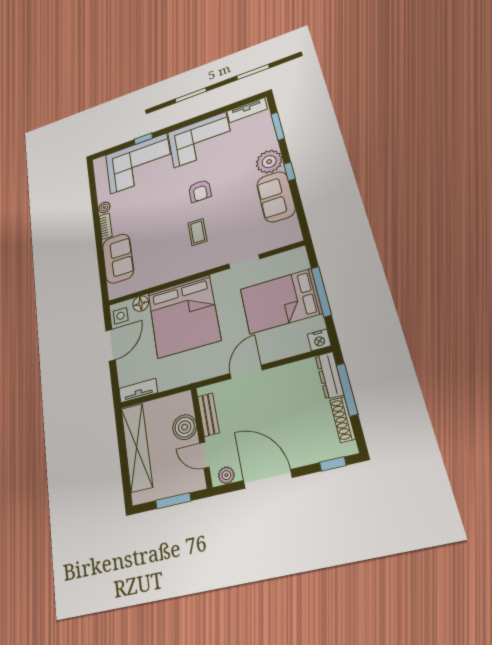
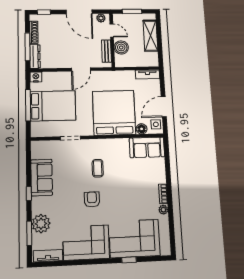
plant: (269, 162) -> (41, 224), moved
sofa: (118, 259) -> (147, 147), moved, turned -90
shelving: (137, 447) -> (150, 36), width x0.68

